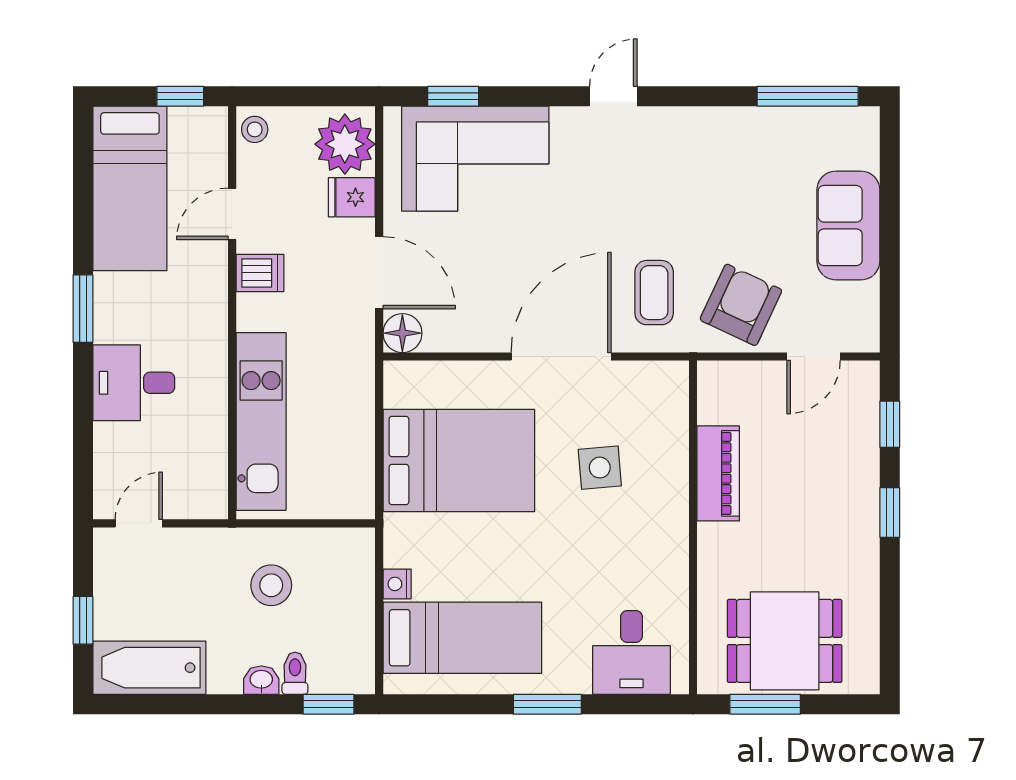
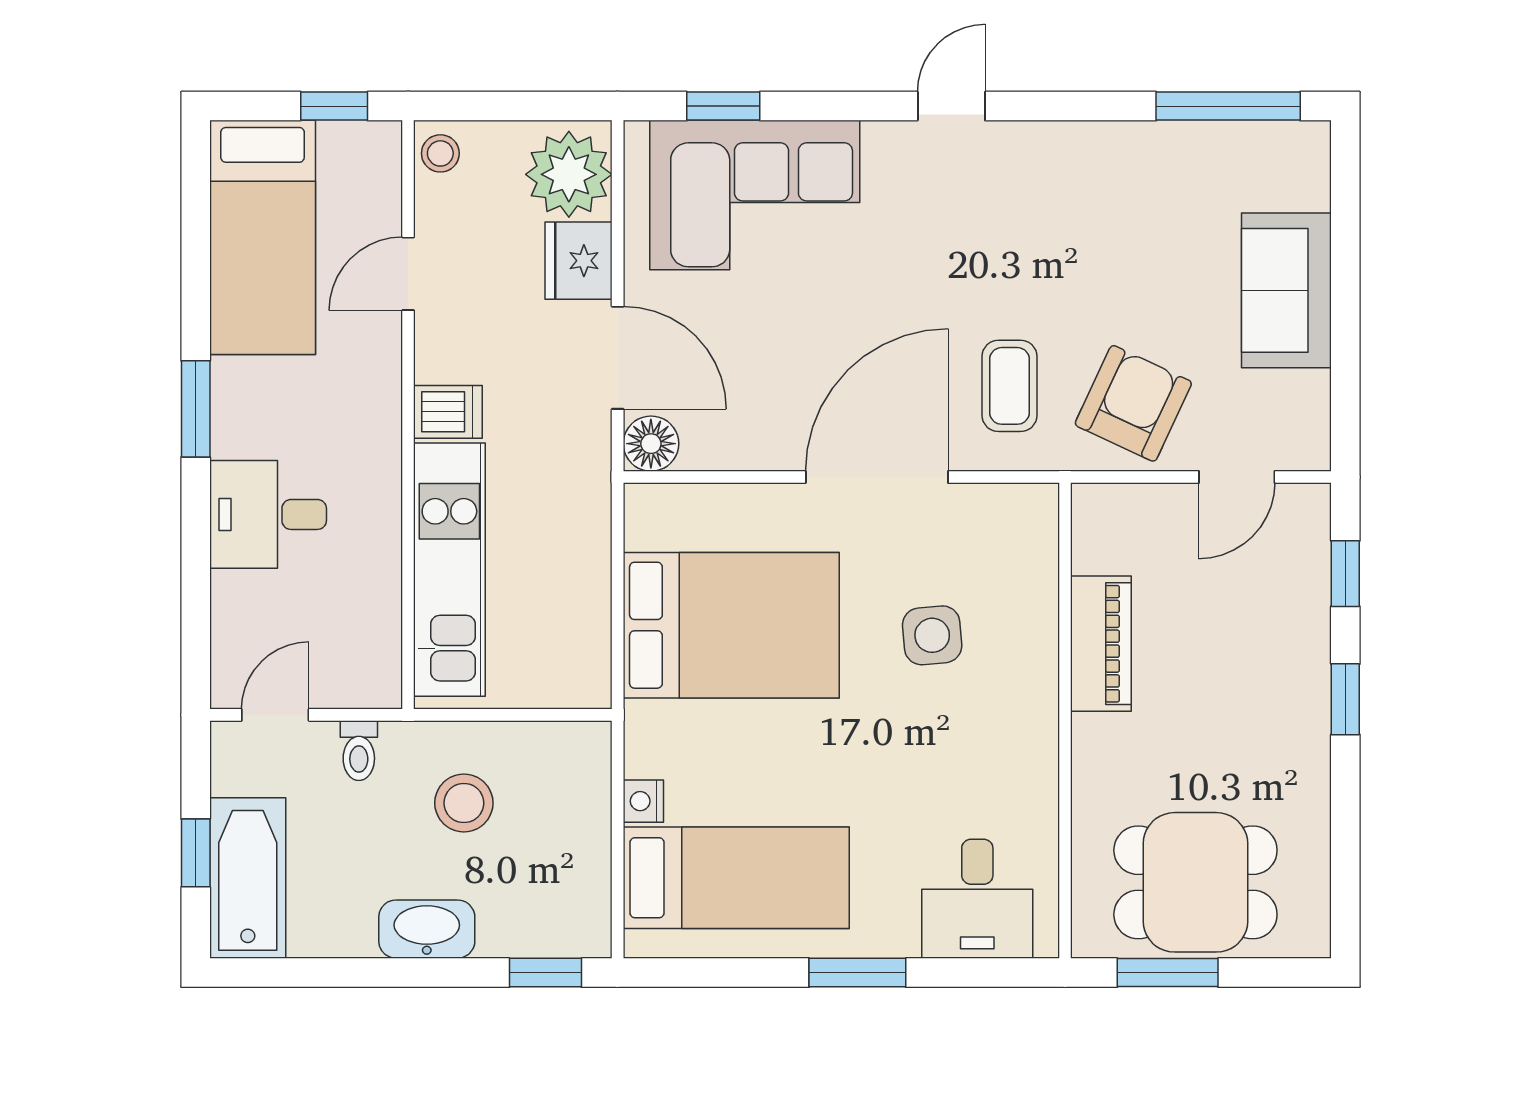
fridge: (352, 197) -> (579, 261), width x1.38
dishwasher: (260, 273) -> (448, 412), moved
bathtub: (149, 668) -> (248, 878), moved, turned 90
toilet: (295, 673) -> (359, 751), moved, turned 180
washbasin: (261, 680) -> (427, 929), width x1.91, depth x1.45

